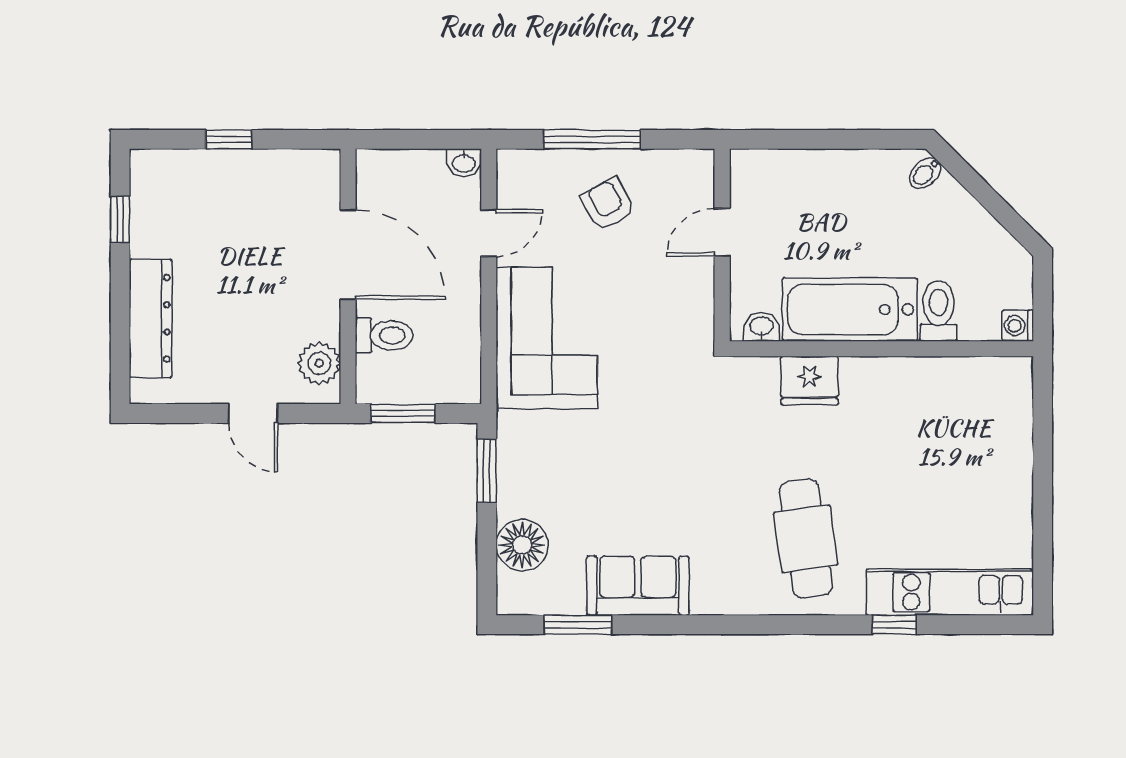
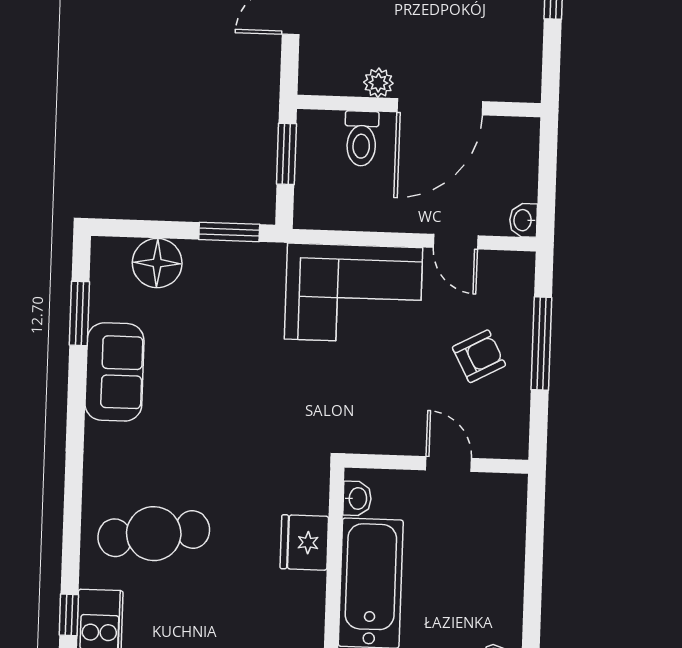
plant: (319, 363) -> (378, 83), moved, width x0.73, depth x0.73

